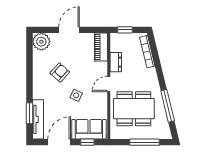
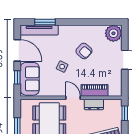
piano: (101, 47) -> (94, 90), moved

